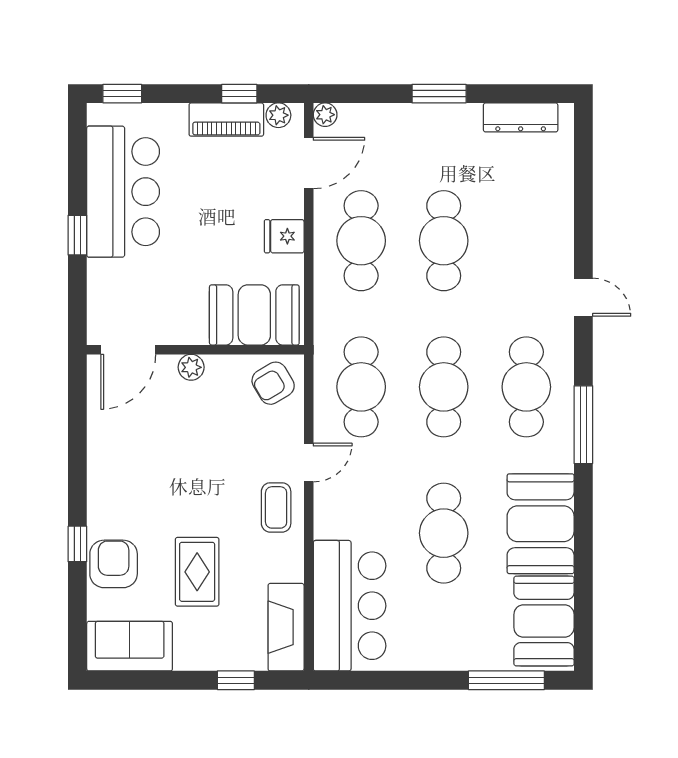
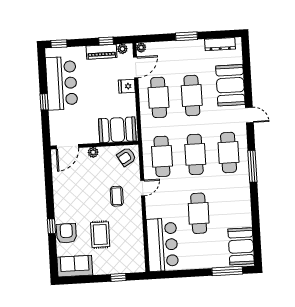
fridge: (284, 236) -> (127, 86), moved
coffee table: (276, 507) -> (117, 196), moved
booth: (541, 524) -> (230, 85), moved
fireplace: (286, 627) -> (137, 255), removed

